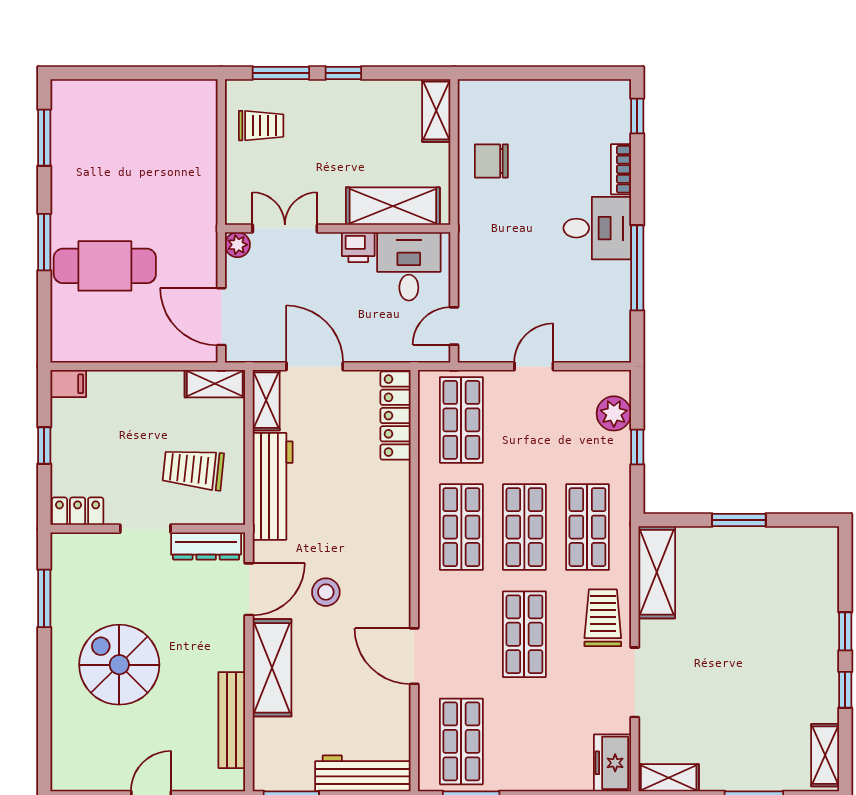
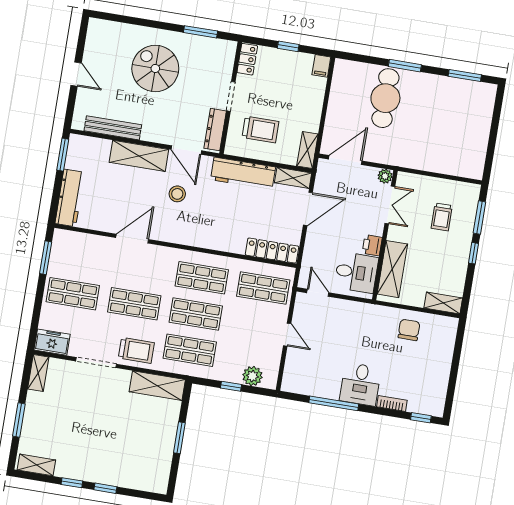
trolley: (261, 126) -> (442, 217), moved
trolley: (193, 469) -> (260, 130), turned 84
spiral stairs: (119, 665) -> (155, 68), turned -90
shop shelf: (461, 741) -> (73, 294), moved

